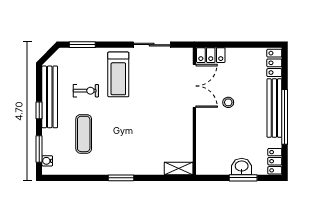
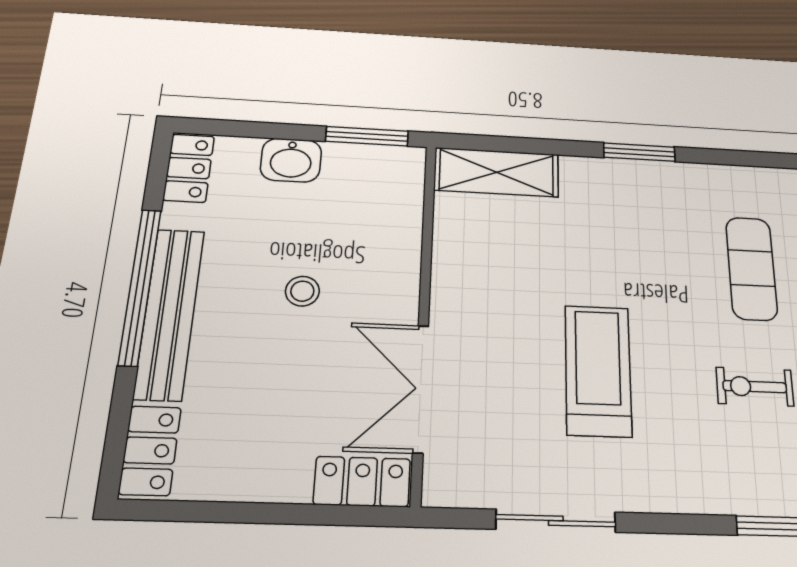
treadmill: (118, 74) -> (598, 370), moved
stool: (228, 102) -> (302, 291), moved
shelving: (179, 168) -> (497, 172), width x1.50, depth x1.33
window: (243, 178) -> (367, 136), moved

